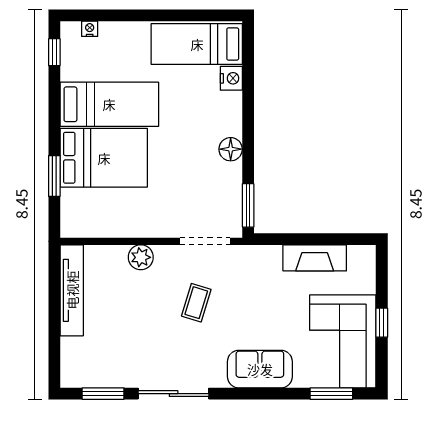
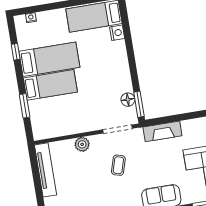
window: (54, 52) -> (16, 52), moved
floor lamp: (231, 149) -> (128, 100), moved
bed: (104, 158) -> (50, 85), width x0.67
fireplace: (315, 258) -> (162, 131), moved

